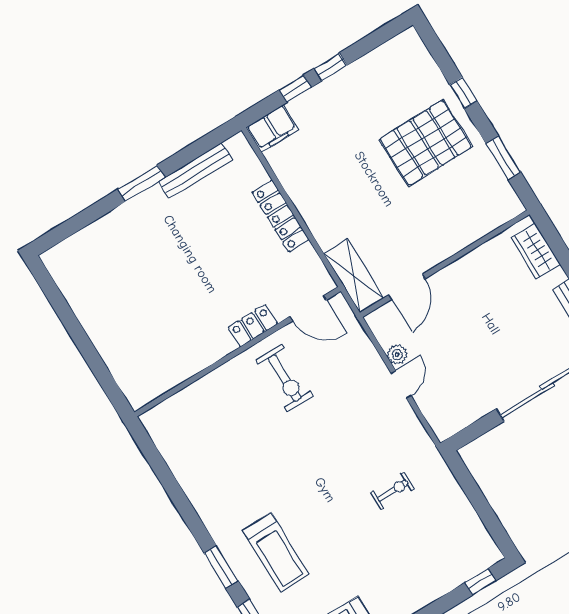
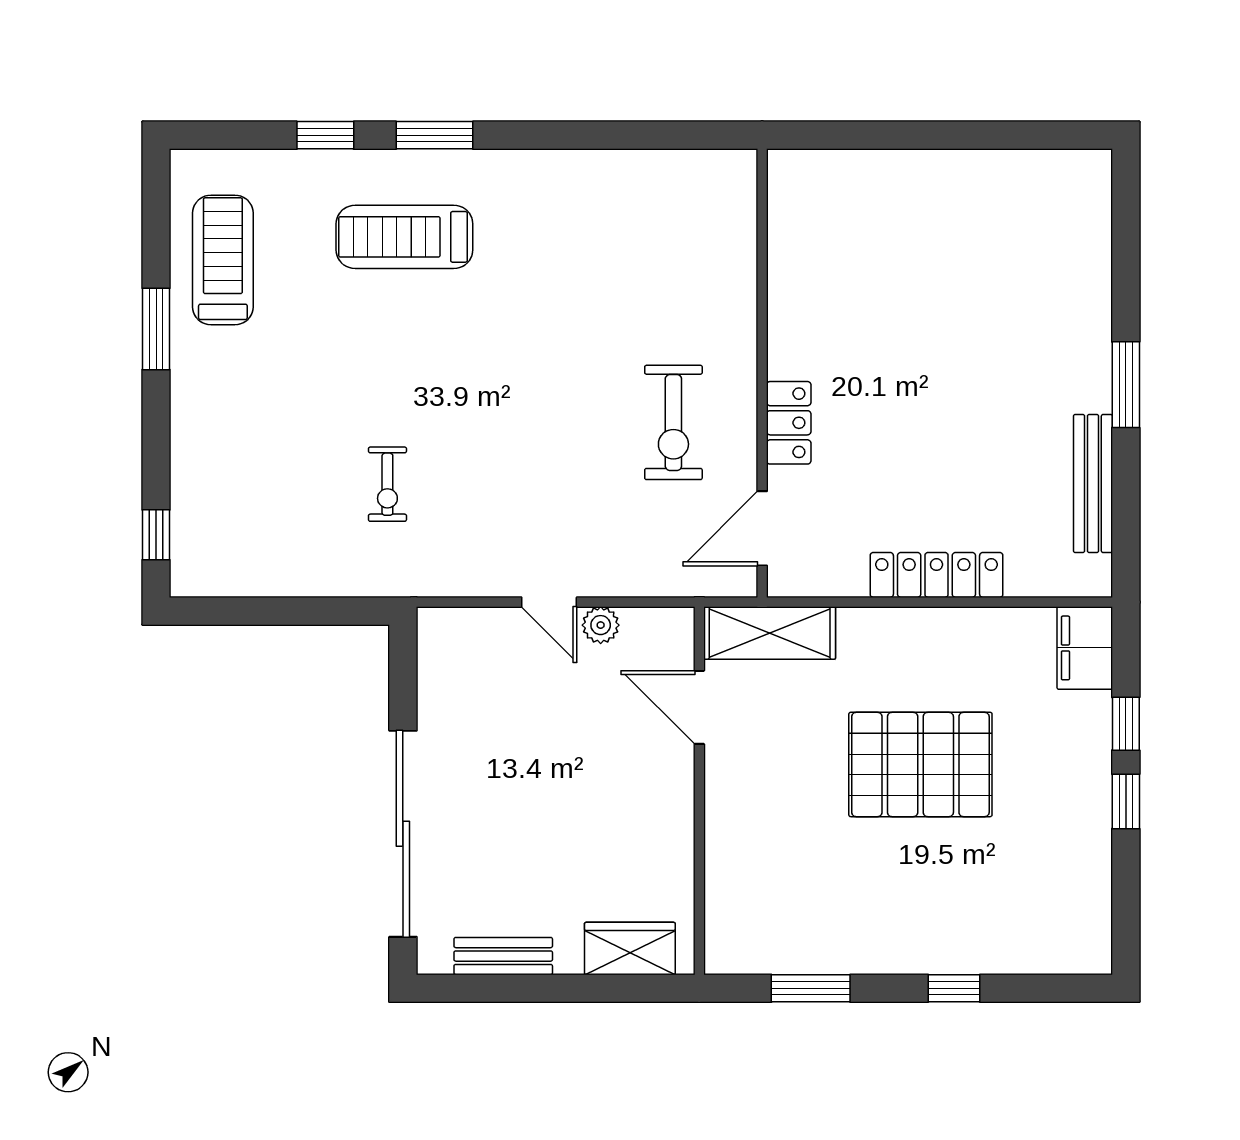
pallet: (426, 143) -> (920, 764), moved, turned 90
exercise bike: (285, 378) -> (673, 422), turned -90

